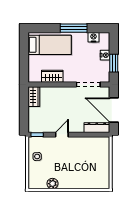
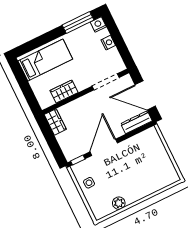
window: (74, 28) -> (78, 23), moved
nightstand: (94, 37) -> (98, 24), moved
window: (114, 63) -> (121, 46), removed
door: (62, 135) -> (104, 147), width x1.87

